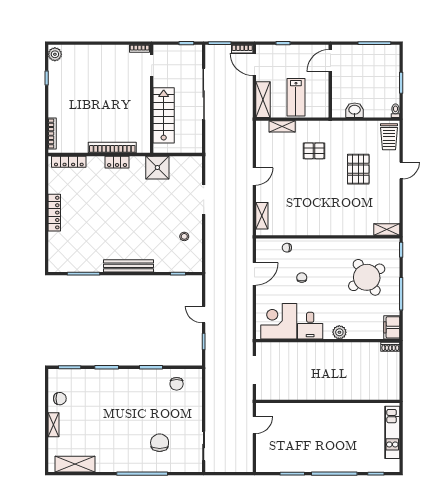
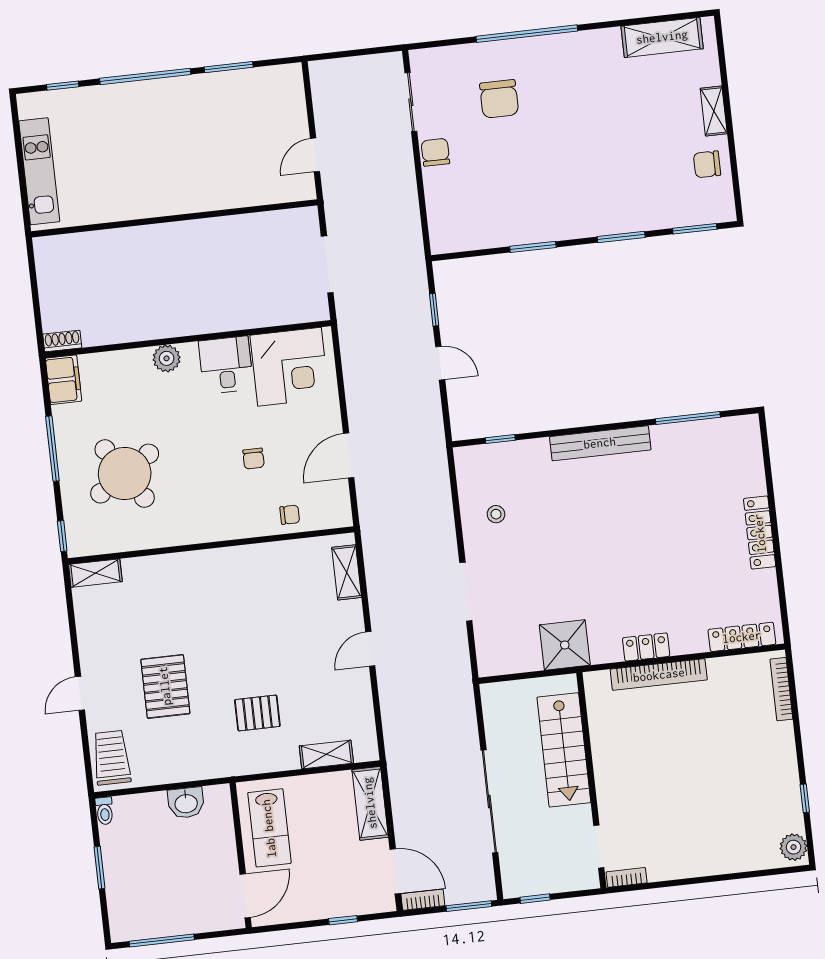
lab bench: (296, 97) -> (269, 828), moved, turned 180
chair: (177, 384) -> (435, 152), moved

